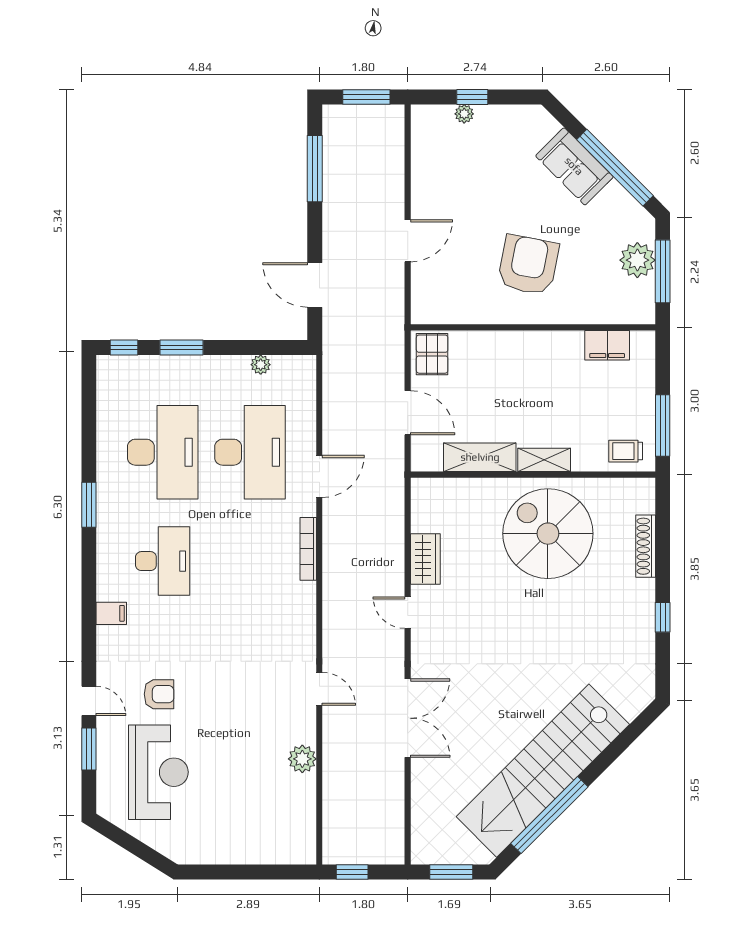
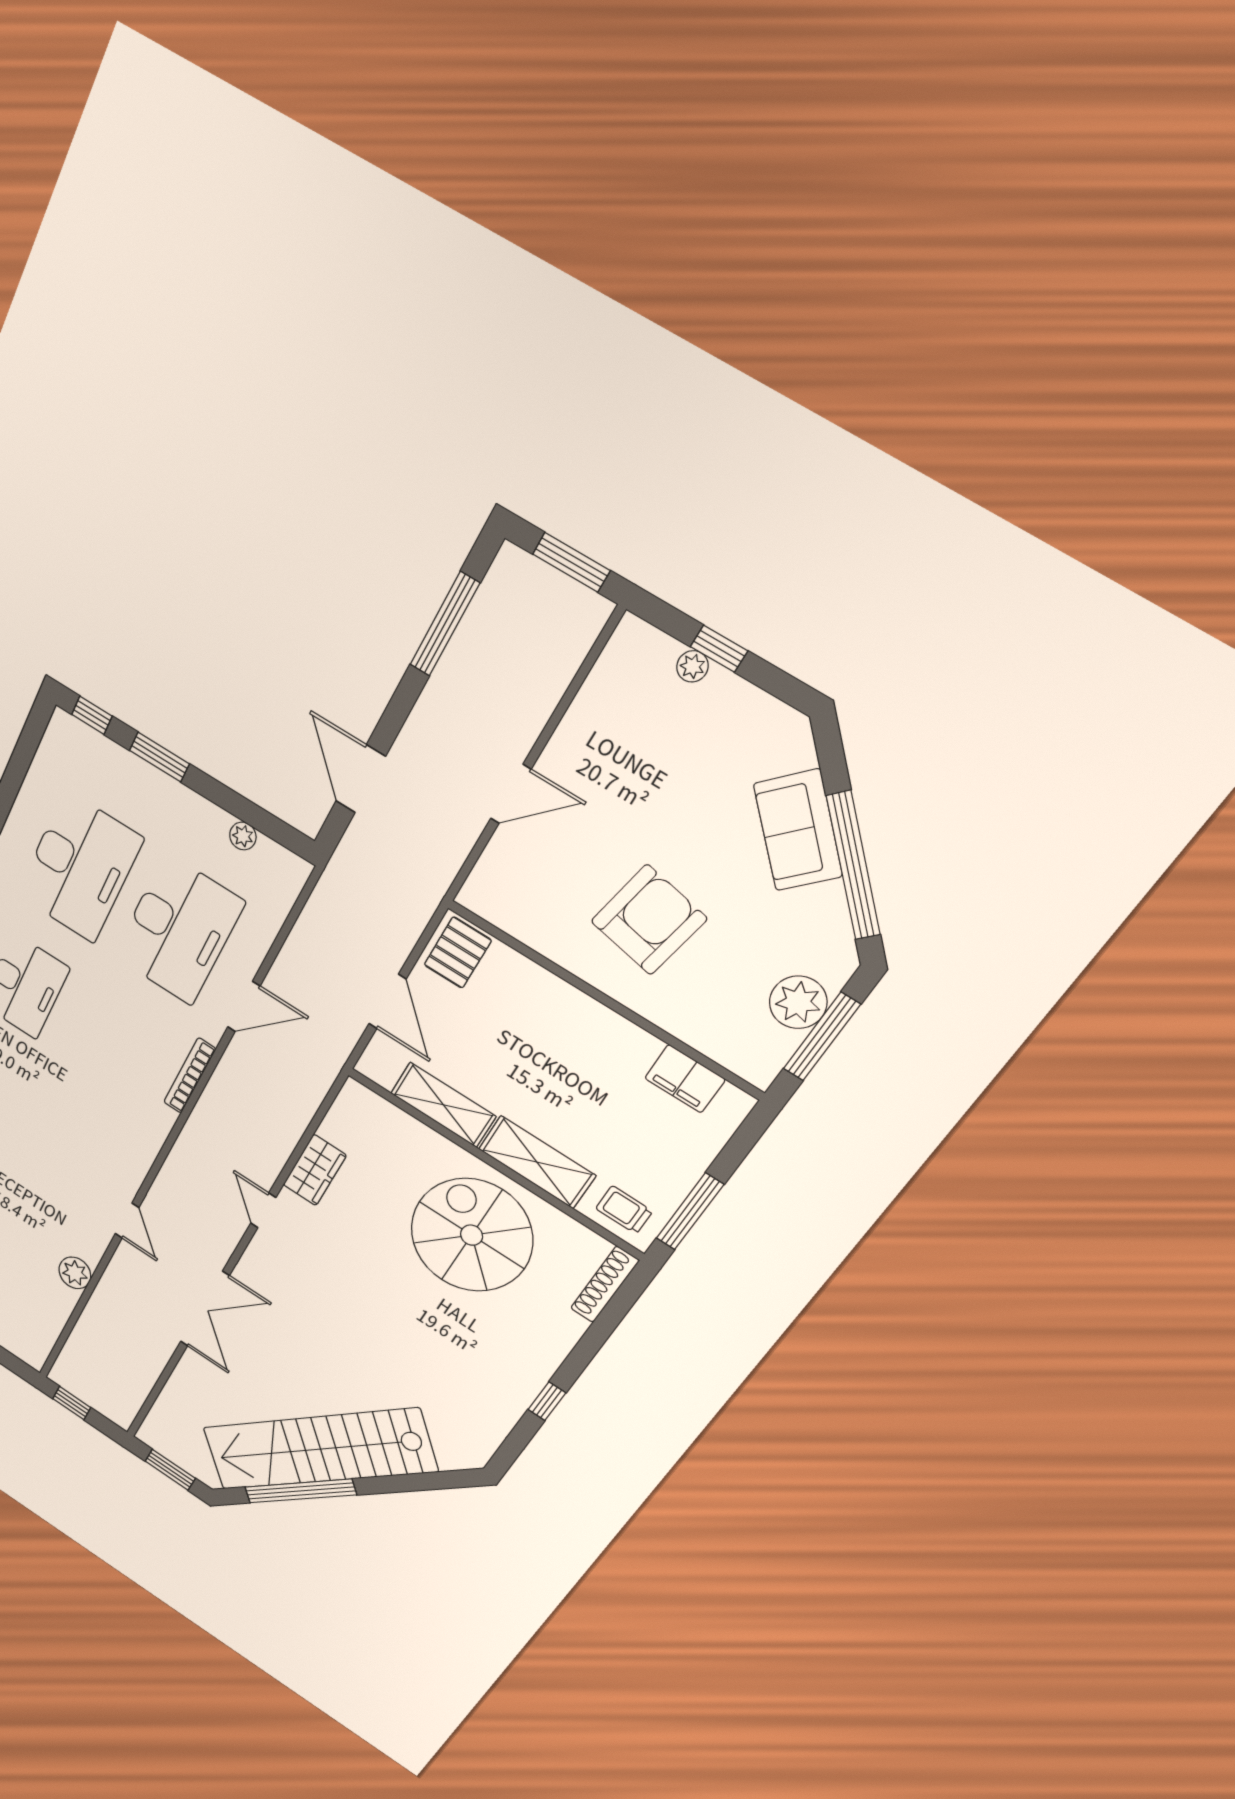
shelving: (544, 460) -> (537, 1162), width x1.50, depth x1.33
shoe rack: (646, 546) -> (605, 1284), moved

